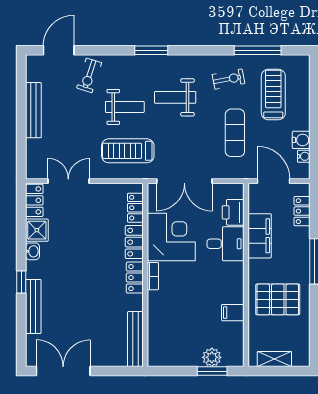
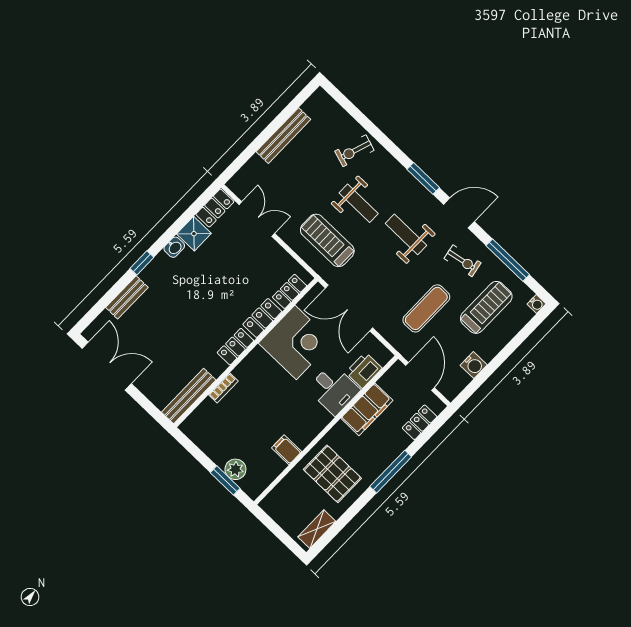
door: (59, 50) -> (459, 213), moved
water cooler: (304, 156) -> (536, 304), moved
bookcase: (153, 276) -> (223, 388), moved
bench: (33, 307) -> (127, 297), width x0.73
shelving: (274, 359) -> (317, 529), moved, turned 90

